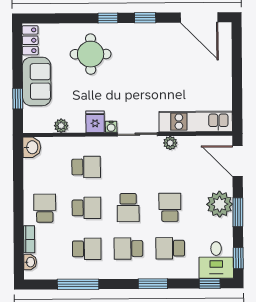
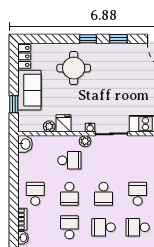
fridge: (95, 122) -> (63, 123), moved
plant: (170, 143) -> (85, 141), moved
school desk: (86, 208) -> (69, 194), turned 90
school desk: (87, 249) -> (69, 227), turned -90

